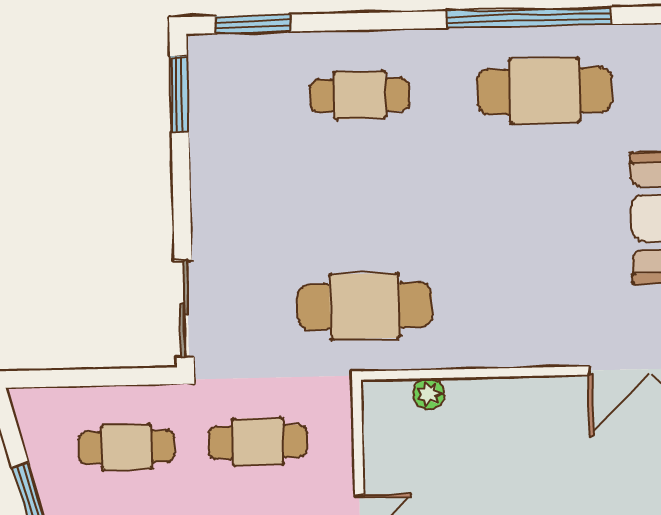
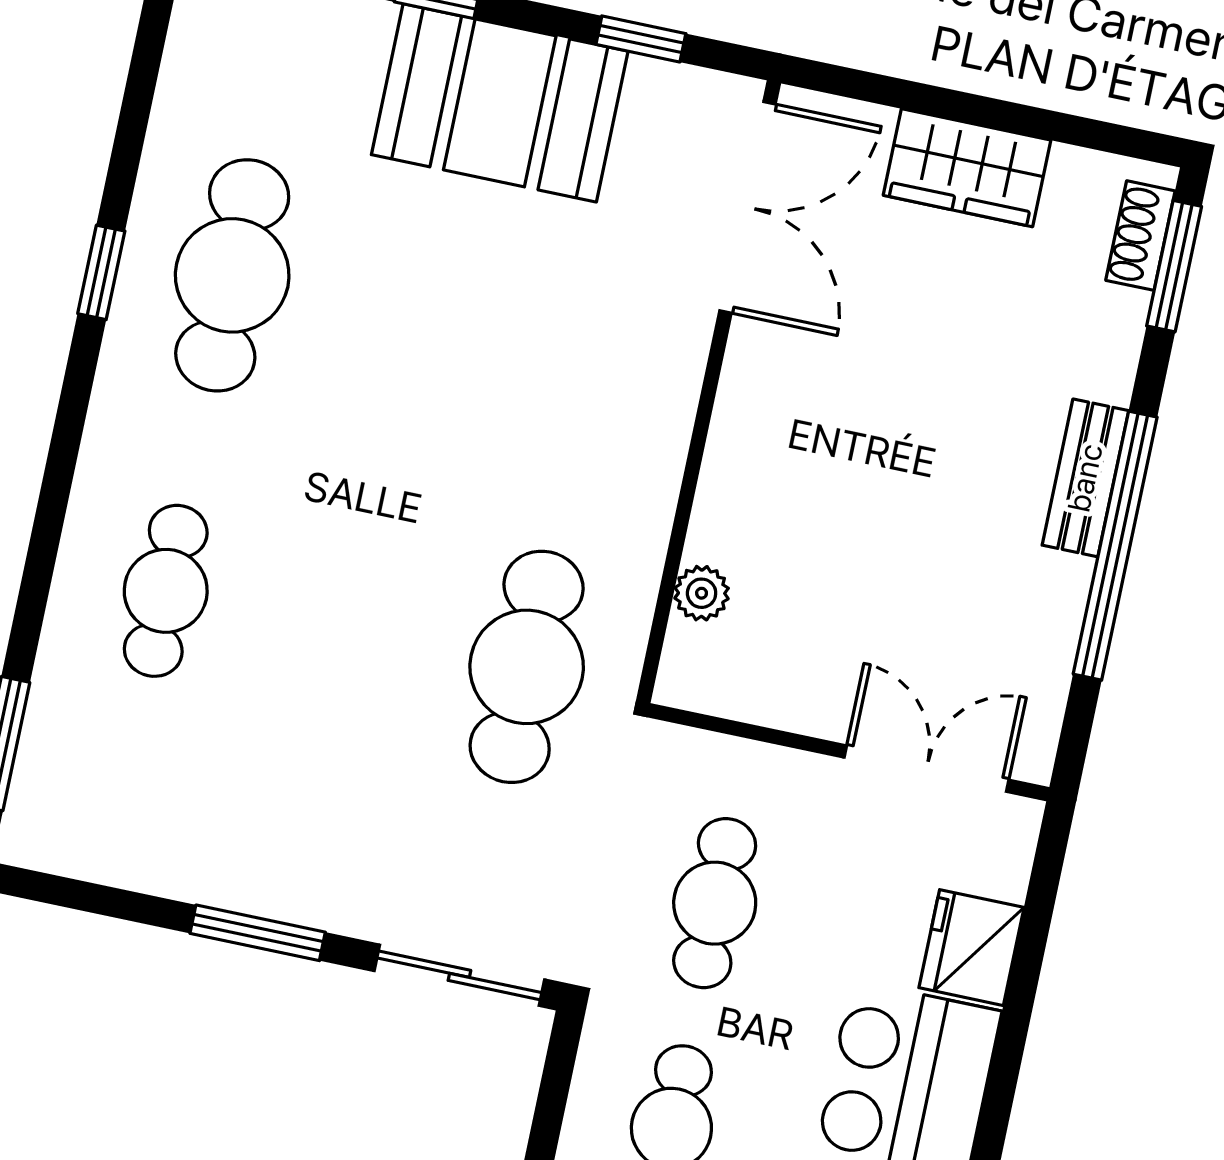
window: (529, 18) -> (101, 272), width x0.32
window: (179, 94) -> (258, 933), moved

